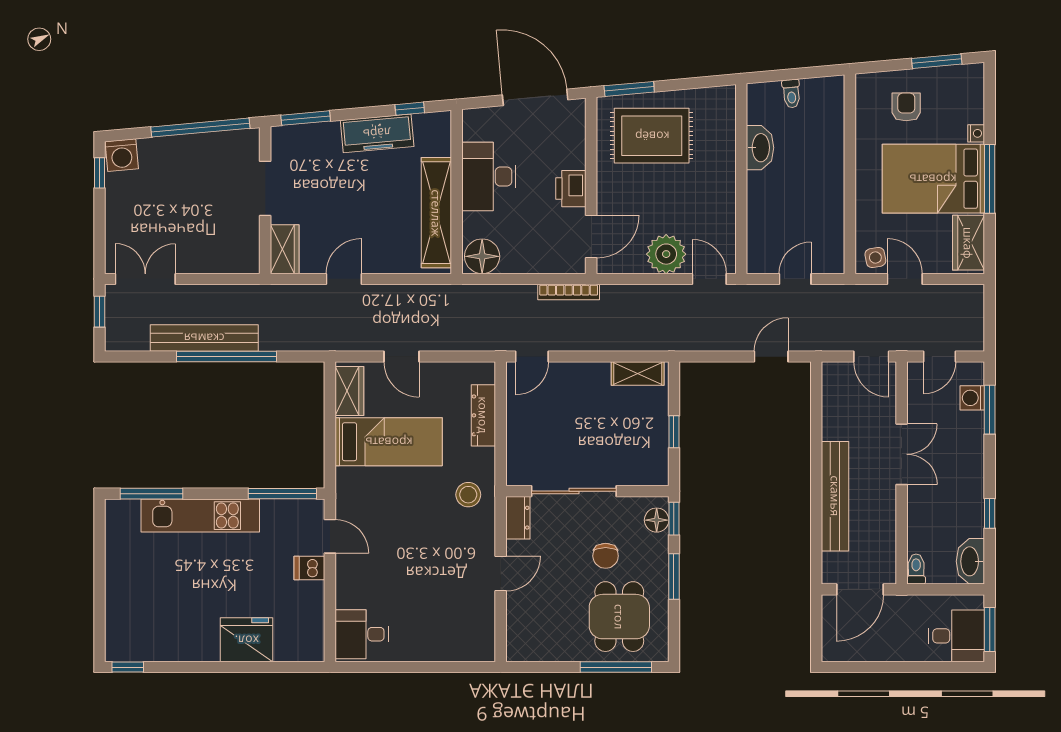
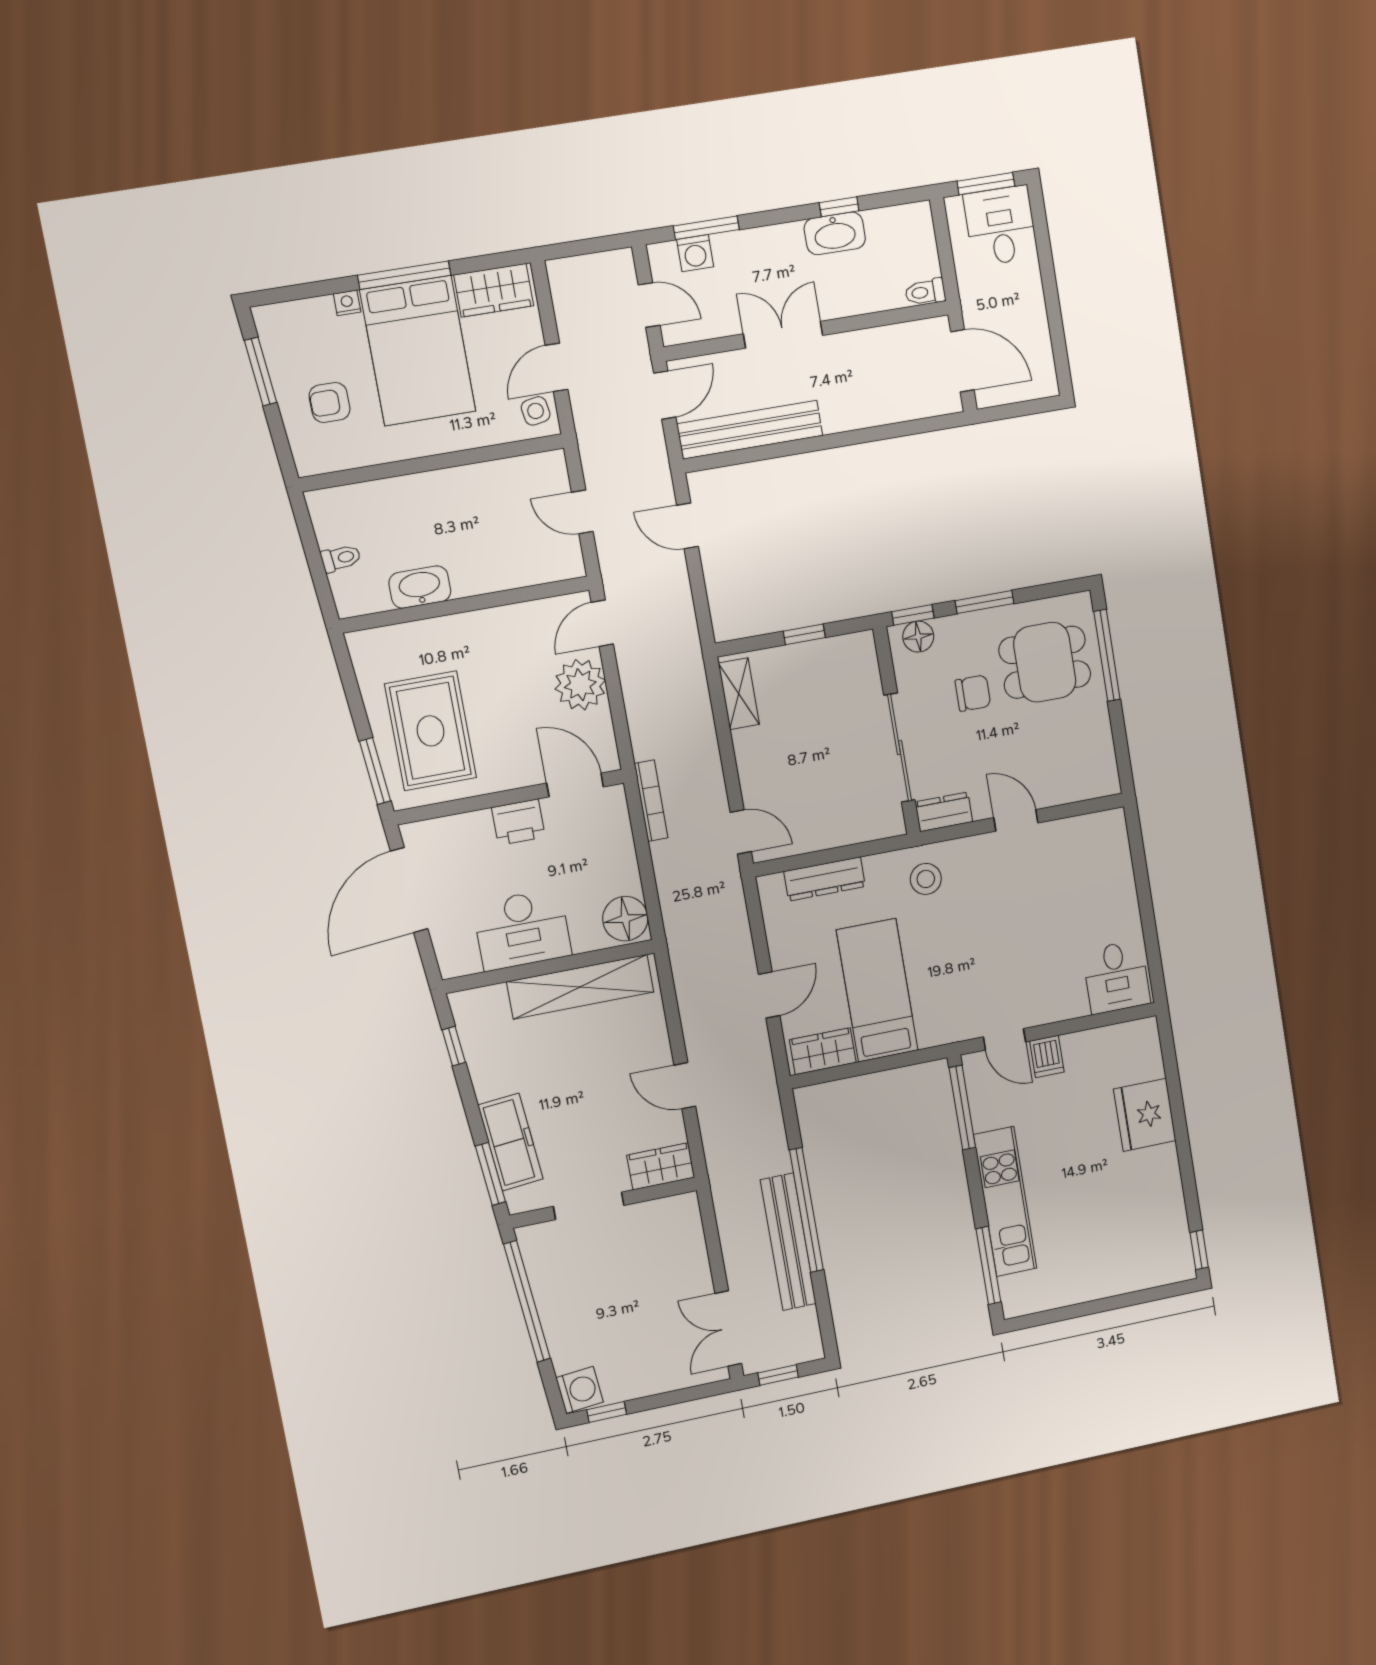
freezer: (377, 133) -> (511, 1142), moved
bench: (835, 496) -> (750, 430), moved
door: (330, 536) -> (1004, 1039), swing flipped
washbasin: (970, 561) -> (835, 233), moved

